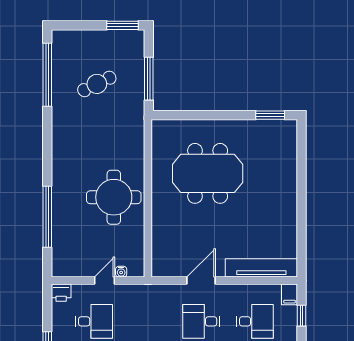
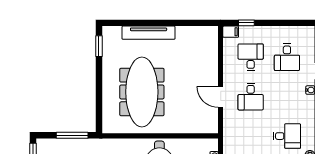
meeting table: (208, 173) -> (142, 92), width x1.36
tv unit: (261, 268) -> (149, 33), moved, turned -90

